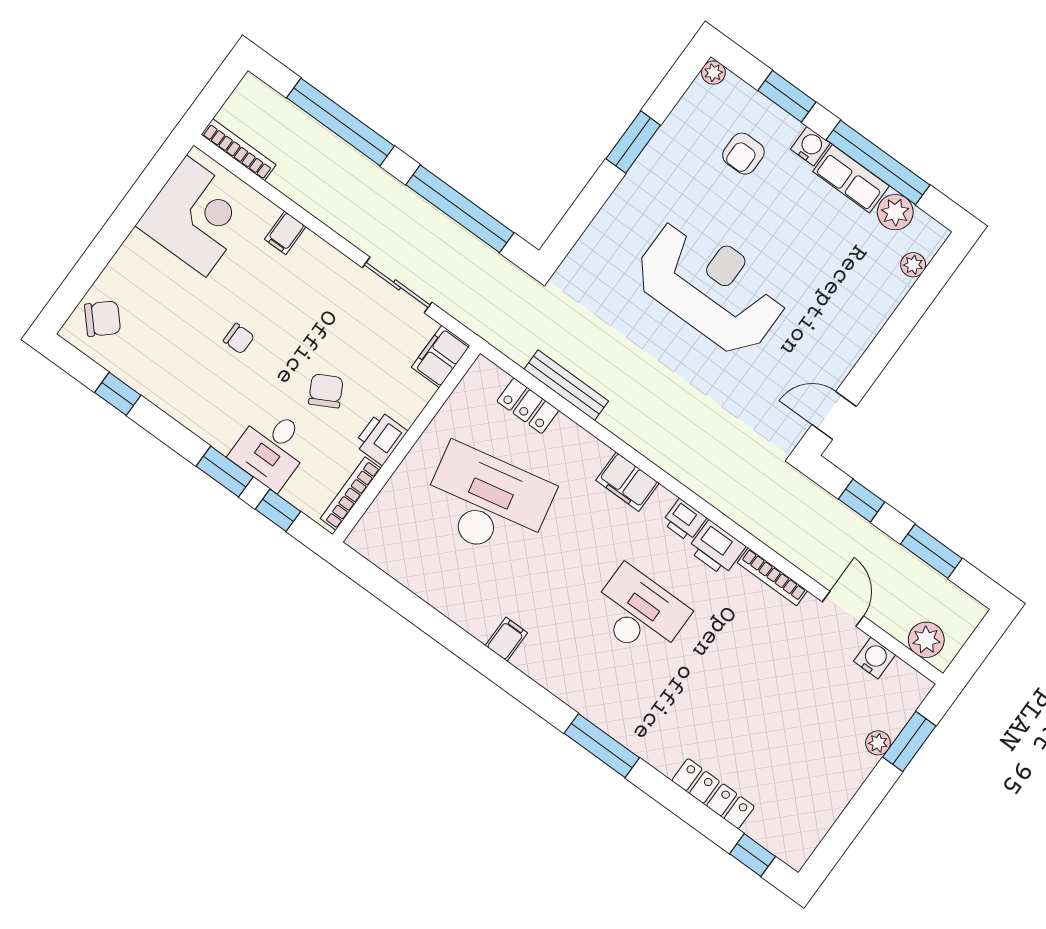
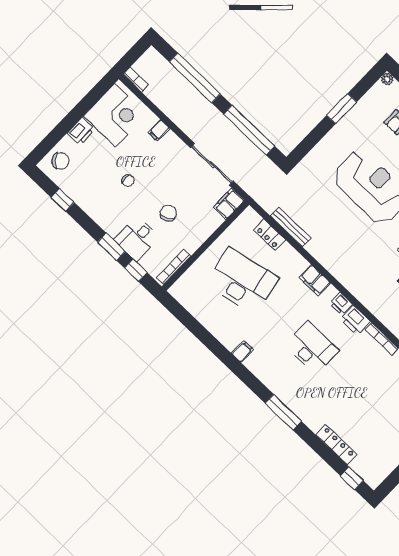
bookcase: (239, 150) -> (136, 80), width x0.64
sliding door: (397, 285) -> (212, 164), width x1.37
printer: (381, 438) -> (81, 131), moved, turned 180

